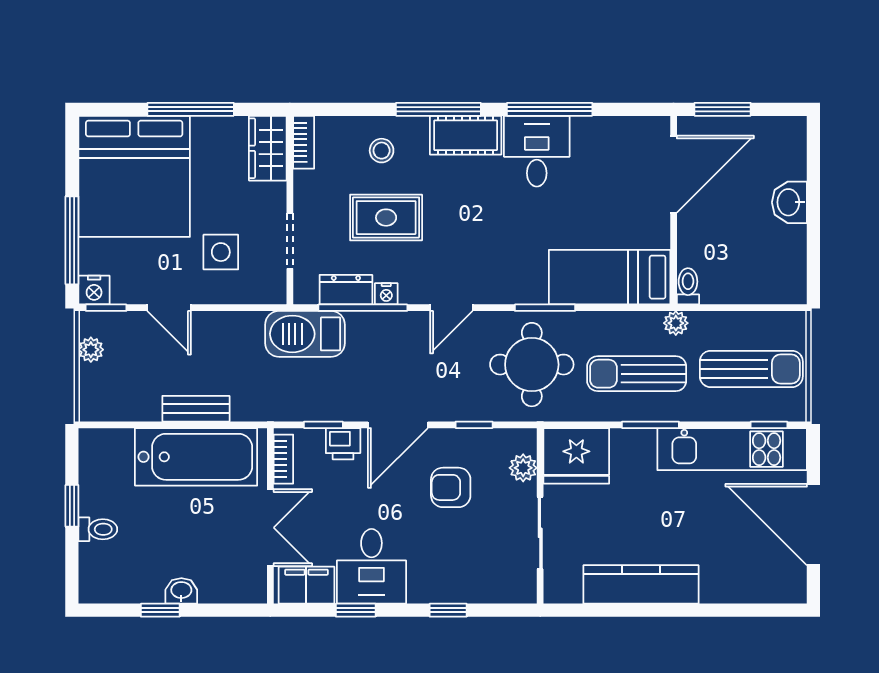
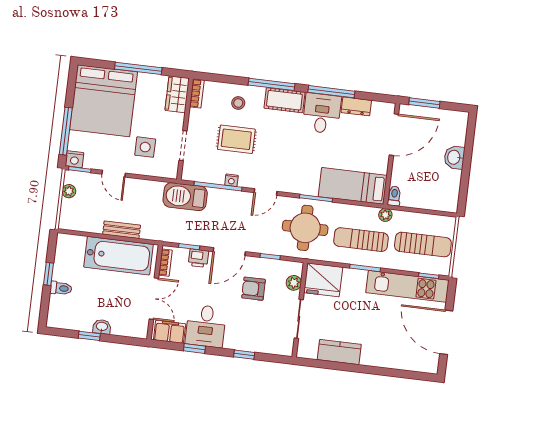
dresser: (346, 290) -> (356, 106), moved, turned 180
kitchen counter: (641, 584) -> (339, 352), width x0.67

